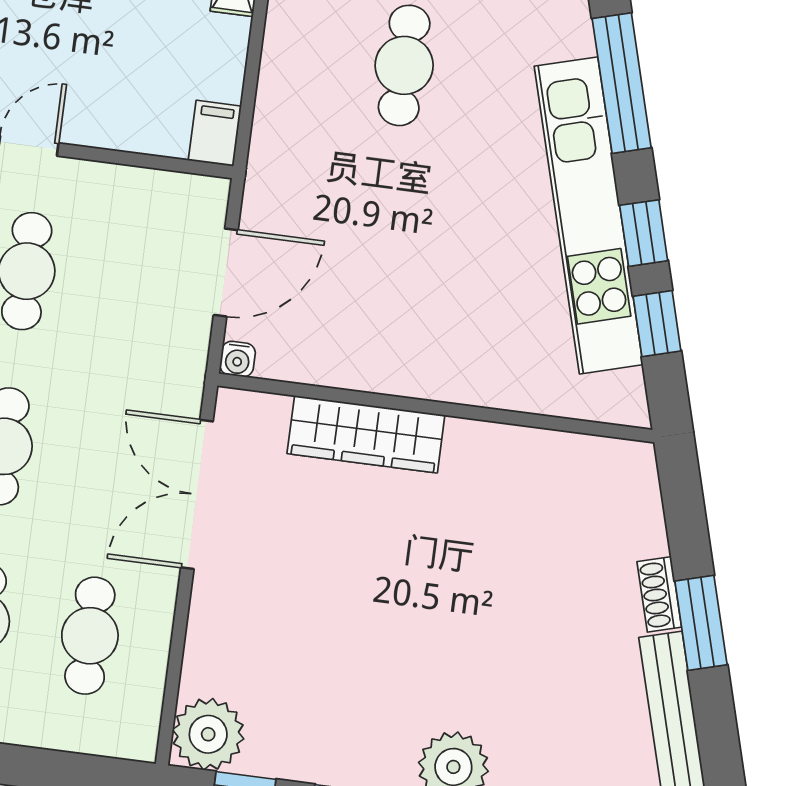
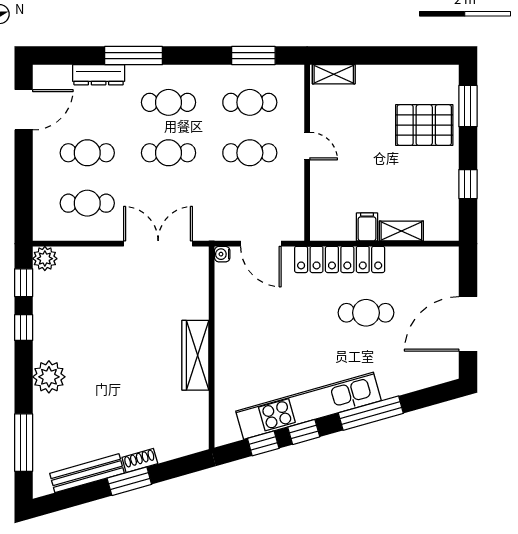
locker: (282, 107) -> (340, 259), added
filing cabinet: (215, 133) -> (367, 227), moved, turned -90
wardrobe: (366, 434) -> (195, 355), moved
plant: (208, 734) -> (45, 259), width x0.73, depth x0.73

